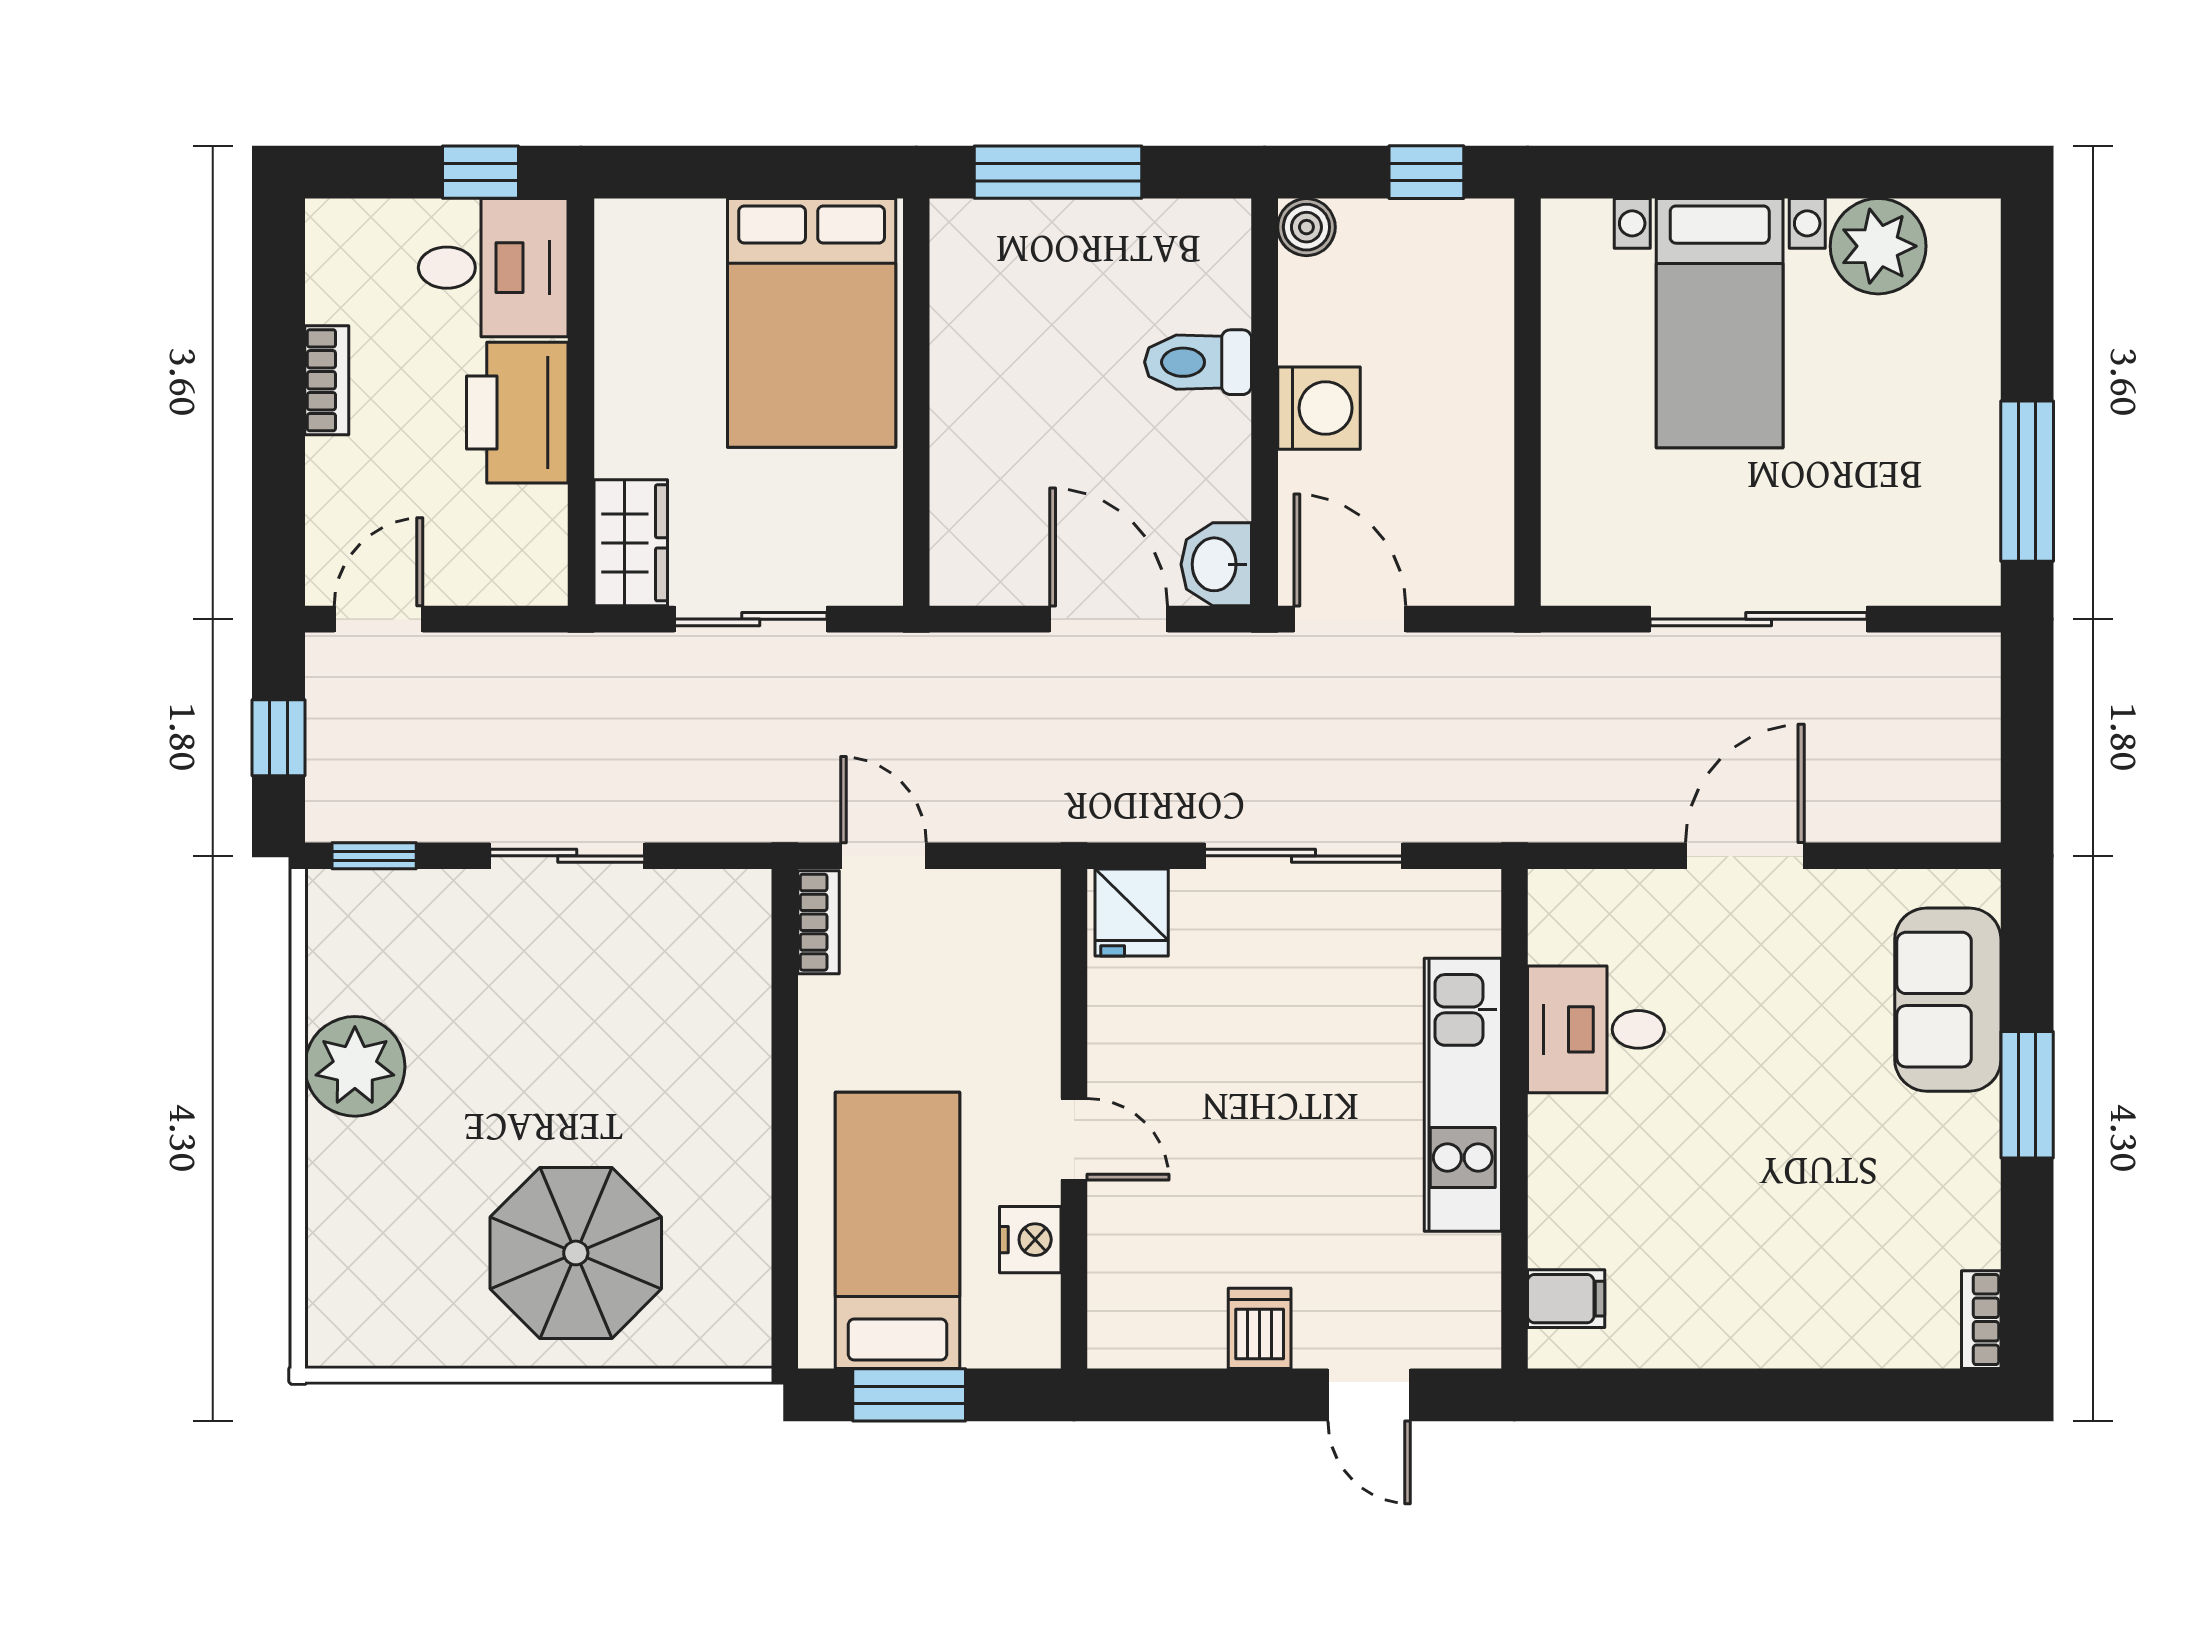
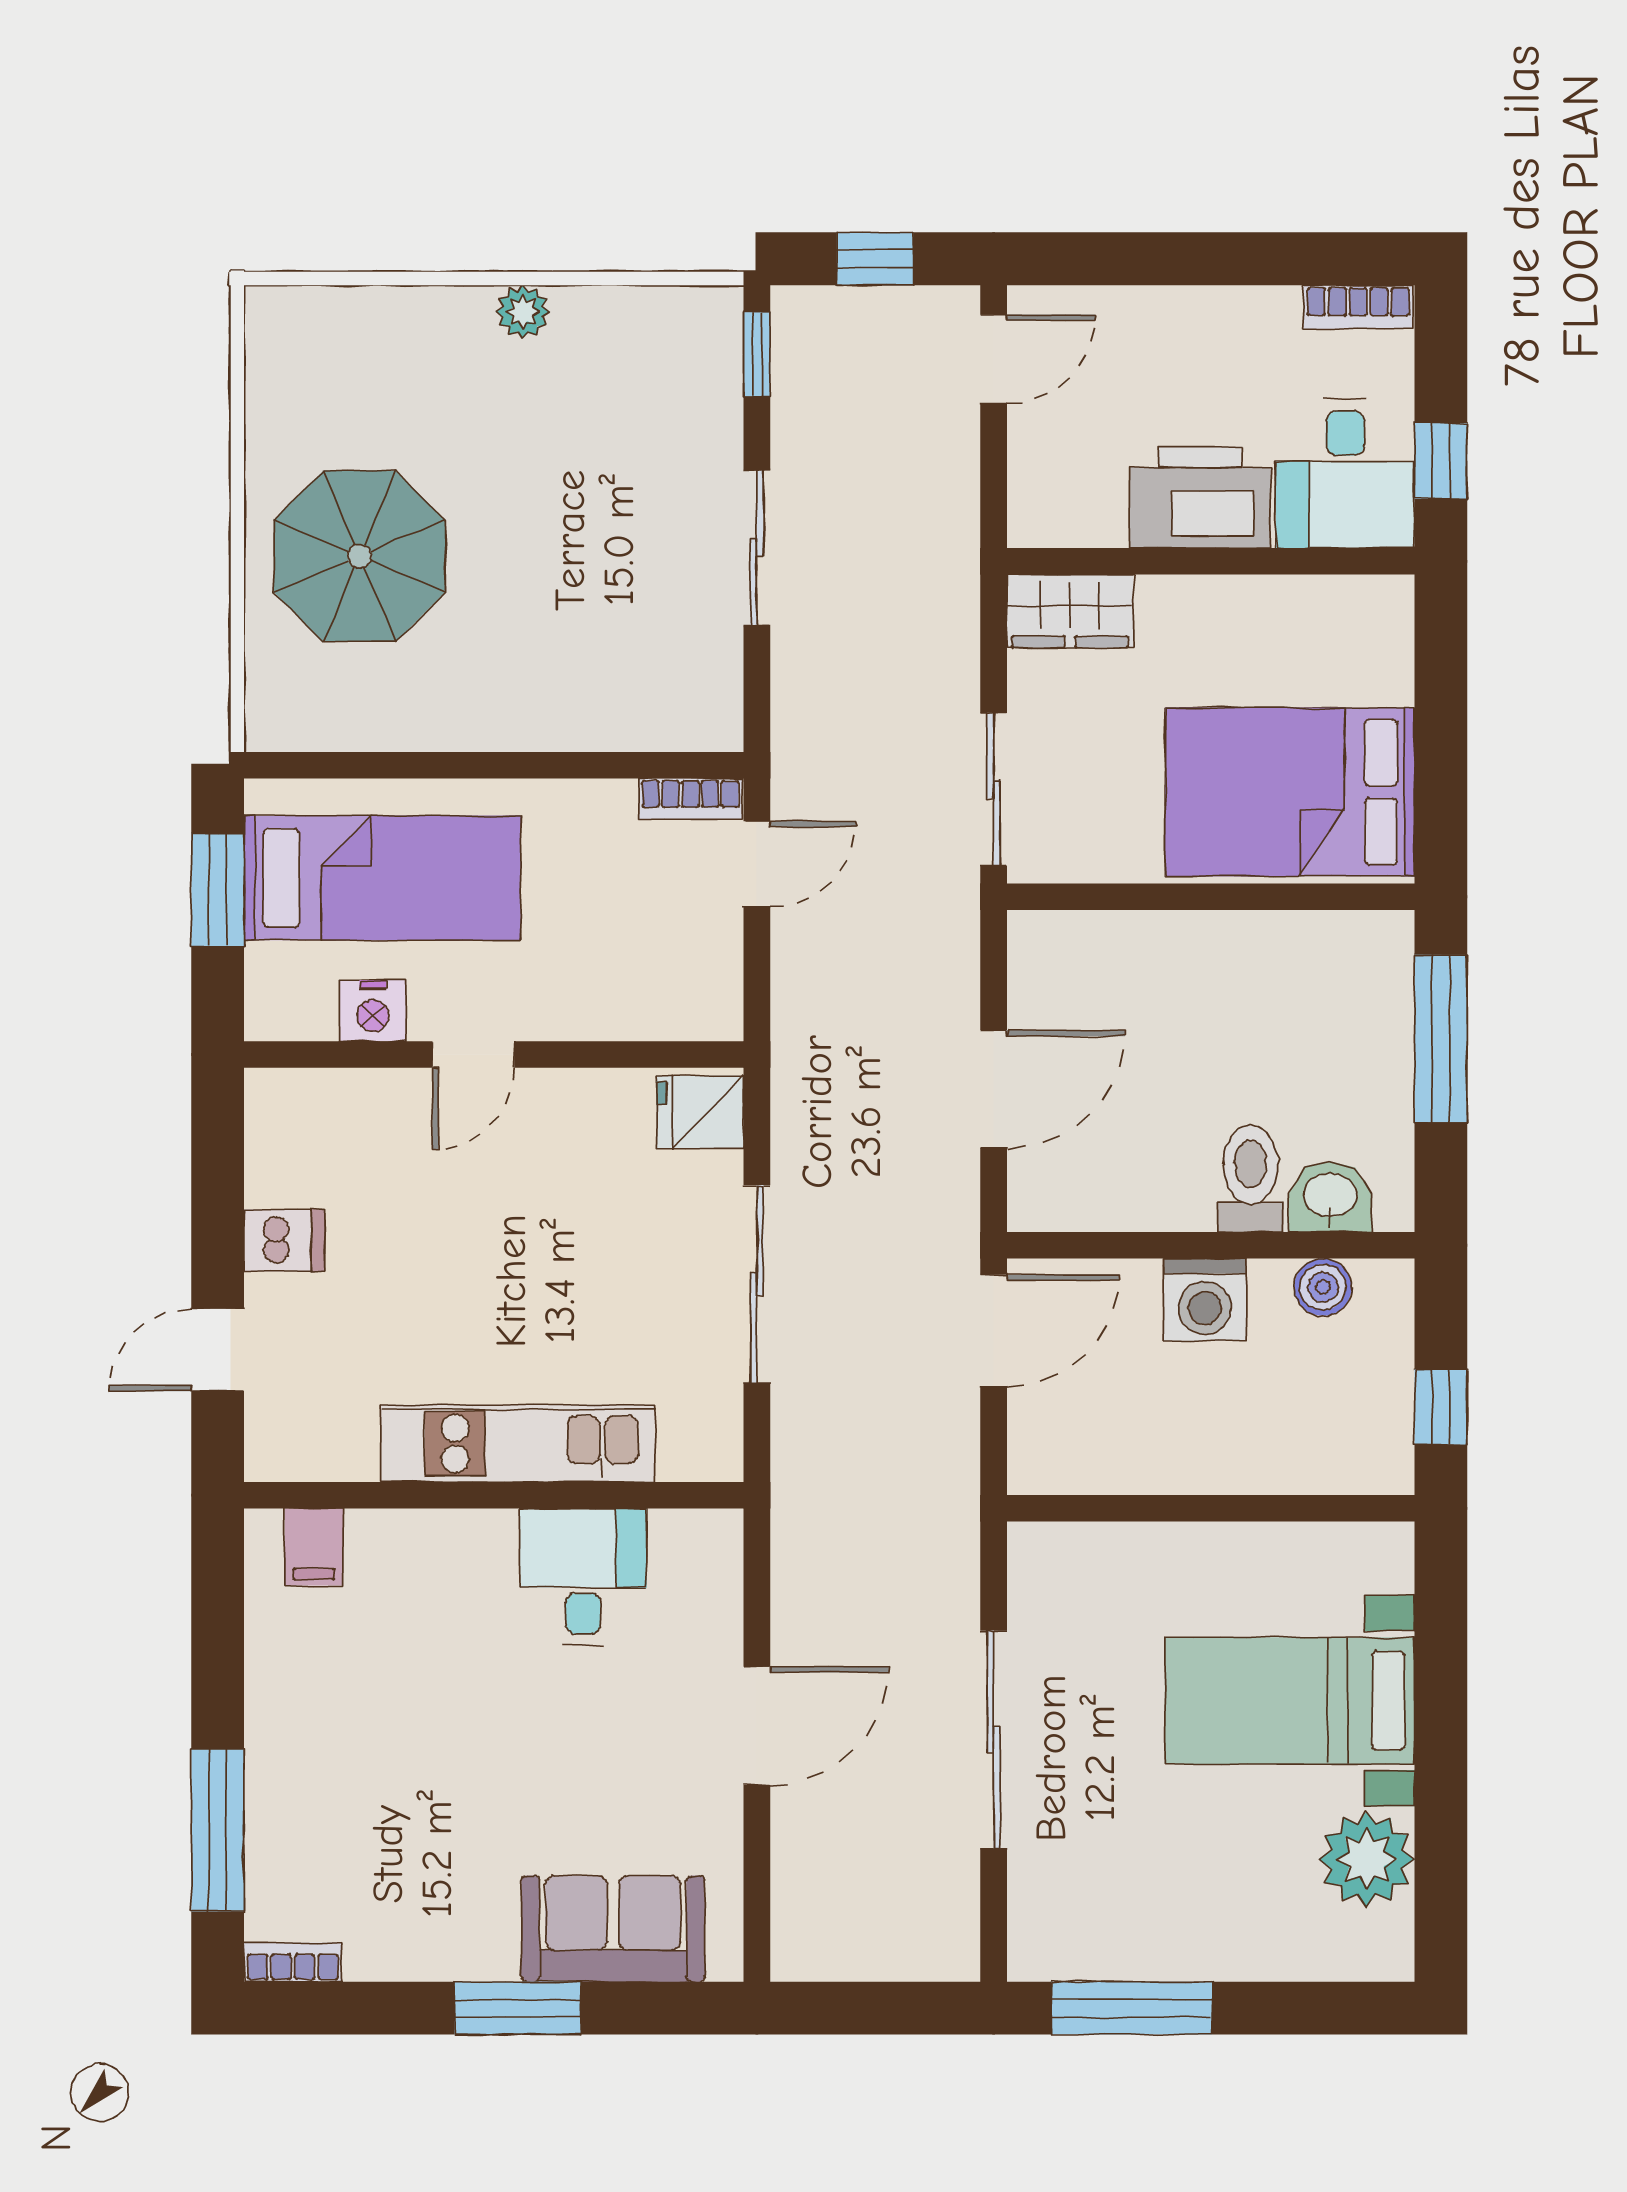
boiler: (1306, 227) -> (1323, 1287), moved
bookcase: (327, 380) -> (1358, 307), moved
washbasin: (1216, 564) -> (1330, 1197), moved
door: (379, 619) -> (994, 359), hinge flipped
sliding door: (751, 619) -> (994, 789), moved
door: (1745, 856) -> (757, 1726), hinge flipped
plant: (355, 1066) -> (523, 312), width x0.53, depth x0.53
window: (1849, 1395) -> (218, 1830), added

